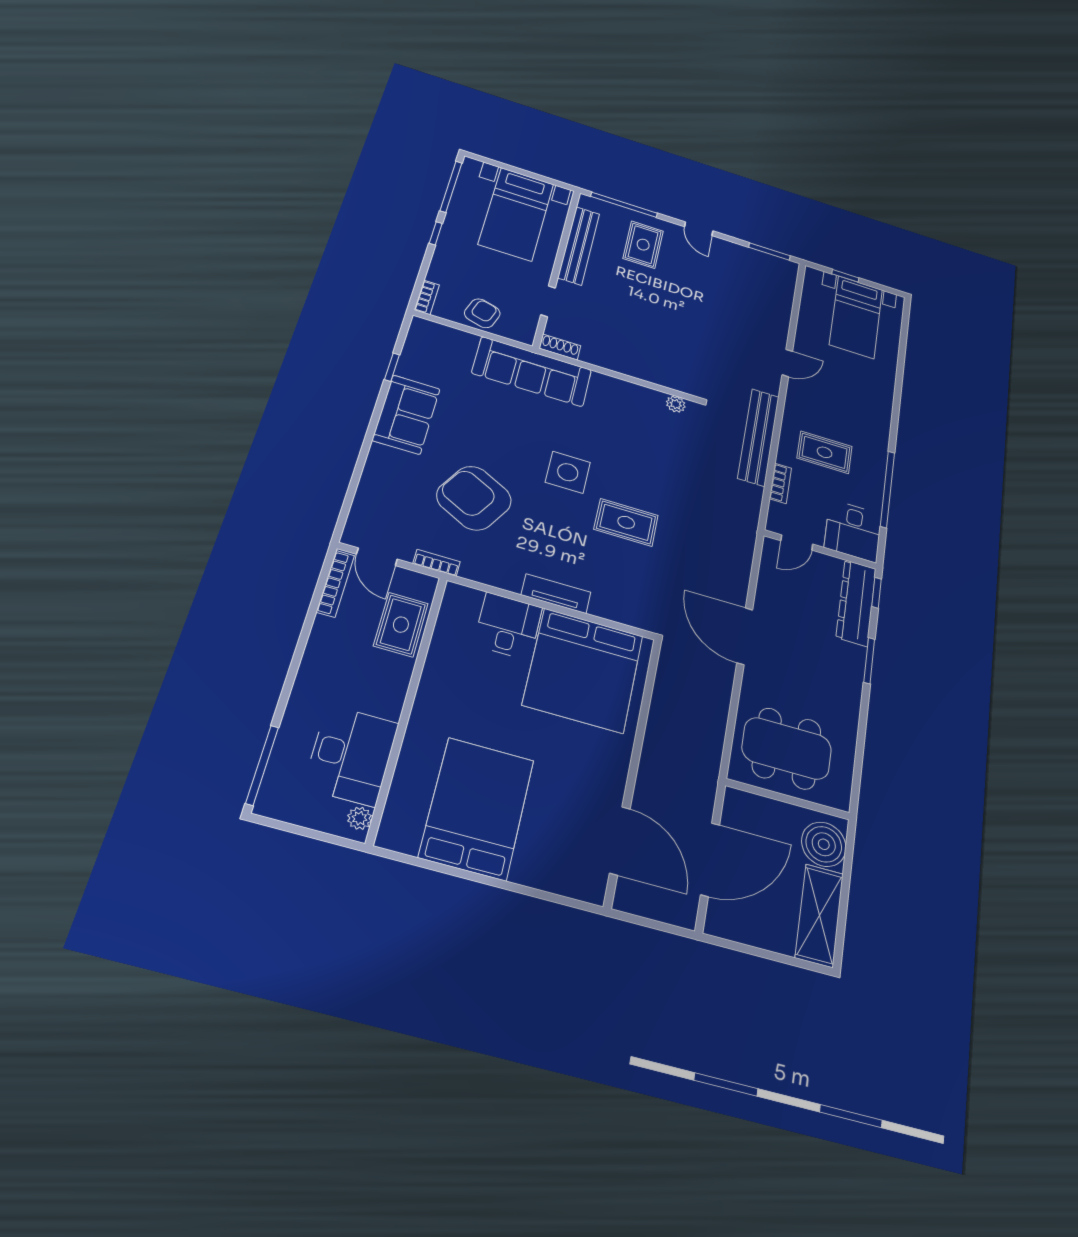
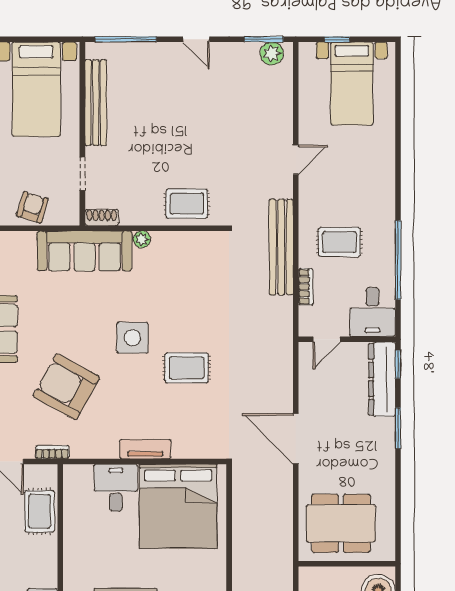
rug: (643, 245) -> (187, 204), moved, turned 90
plant: (776, 266) -> (272, 53), added
plant: (676, 404) -> (142, 239), moved

